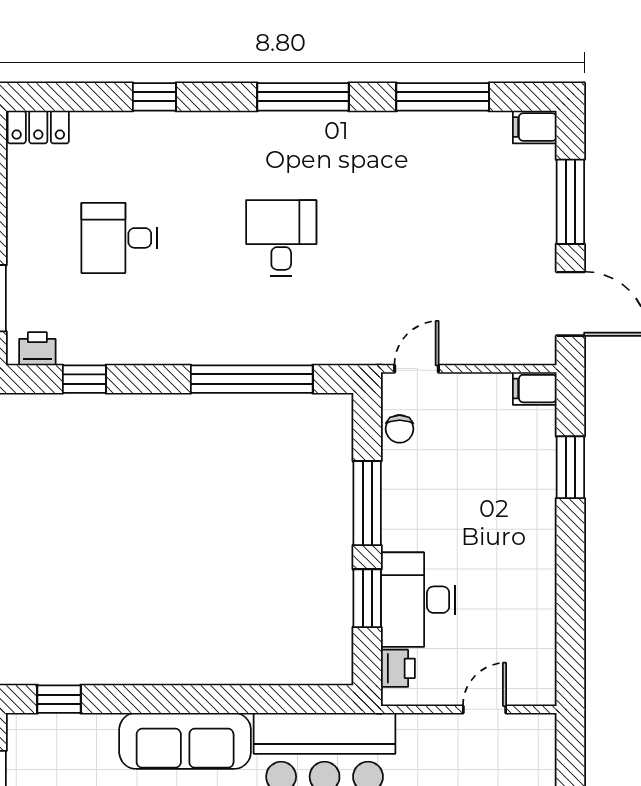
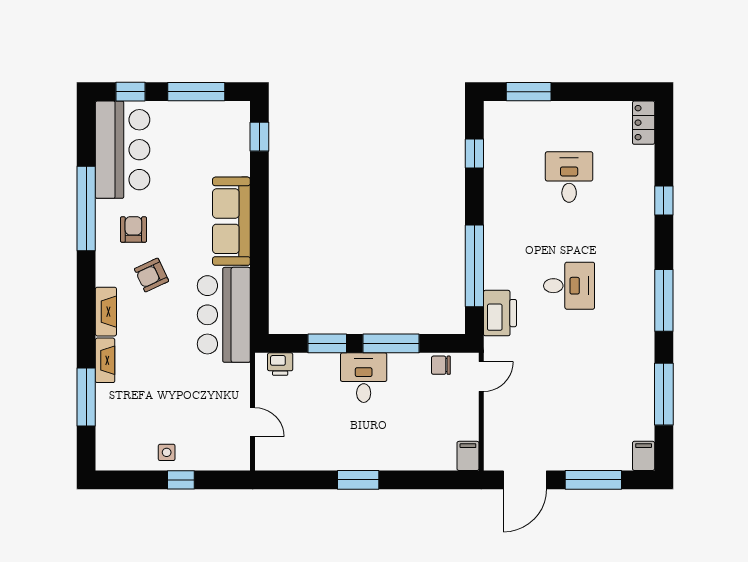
printer: (37, 349) -> (500, 313), moved, width x1.87, depth x1.48
door: (417, 369) -> (481, 377), hinge flipped
window: (570, 467) -> (358, 480), moved
desk: (418, 600) -> (364, 378), moved, width x0.73

